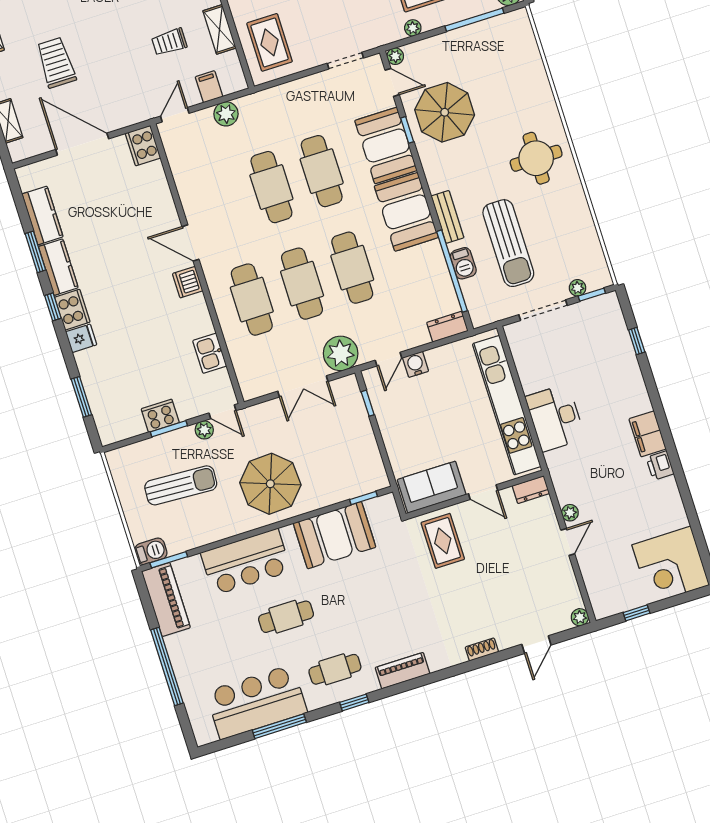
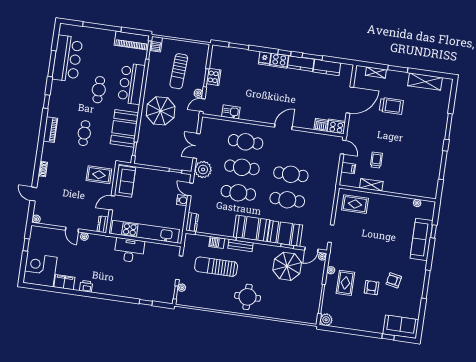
plant: (226, 114) -> (333, 170), removed
dishwasher: (188, 282) -> (321, 125), moved
filing cabinet: (648, 434) -> (64, 282), moved
cafe table: (335, 669) -> (84, 133), moved

